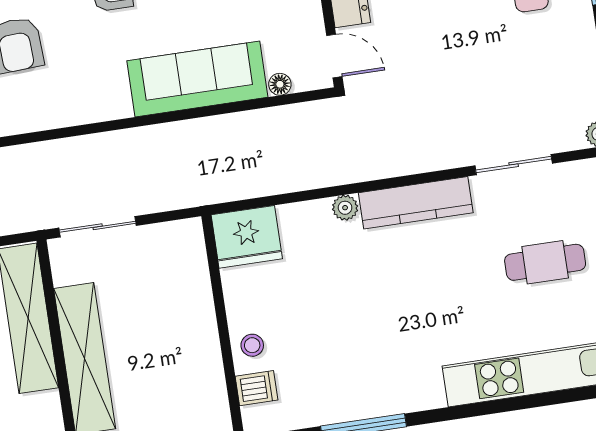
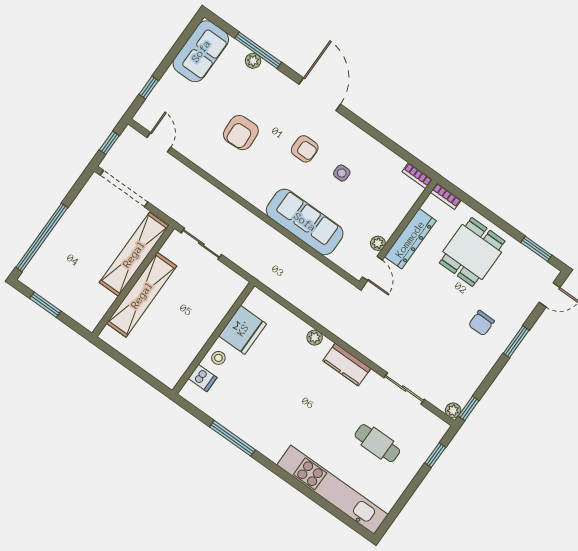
plant: (311, 19) -> (378, 243), added
floor lamp: (280, 84) -> (338, 258), removed
kitchen counter: (416, 203) -> (347, 365), width x0.67
fridge: (247, 237) -> (243, 330), moved, turned -90

